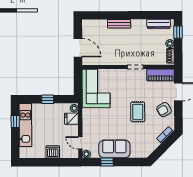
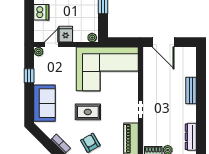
door: (78, 48) -> (163, 42), hinge flipped
corner sofa: (96, 88) -> (107, 69), width x1.36, depth x1.36
fridge: (71, 119) -> (66, 34), moved
sofa: (114, 149) -> (44, 103), moved

